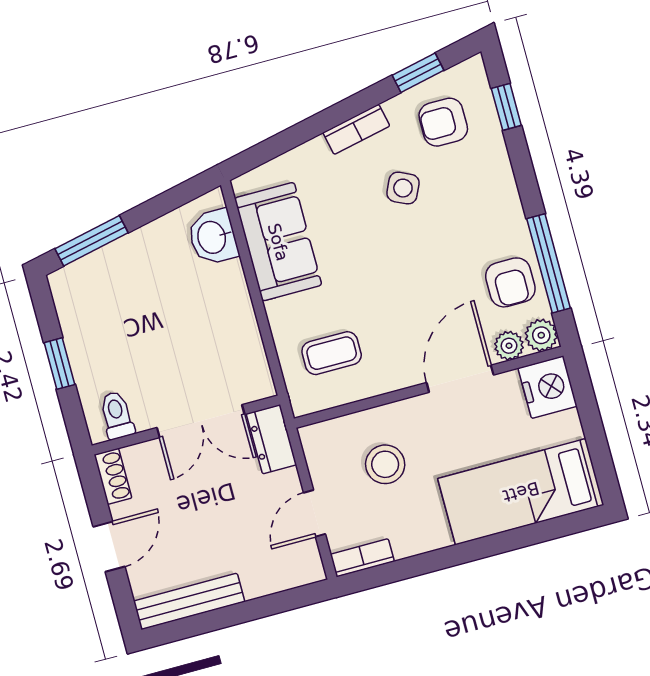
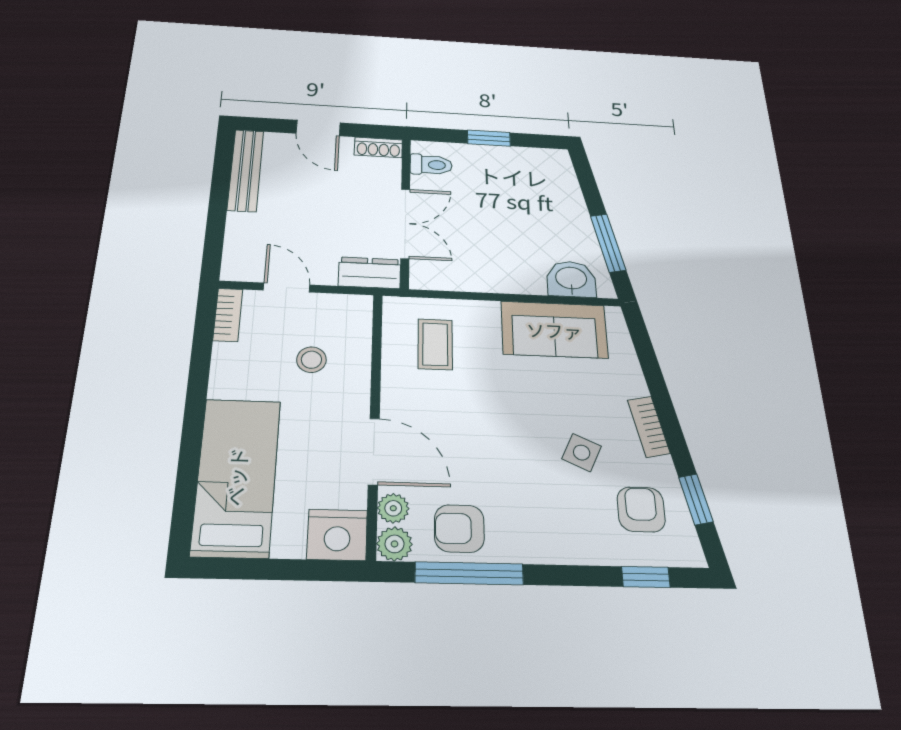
window: (91, 241) -> (608, 243), moved
double door: (201, 421) -> (405, 223), swing flipped
stool: (385, 464) -> (311, 360), width x0.73, depth x0.73

